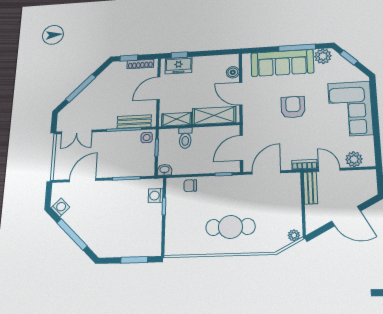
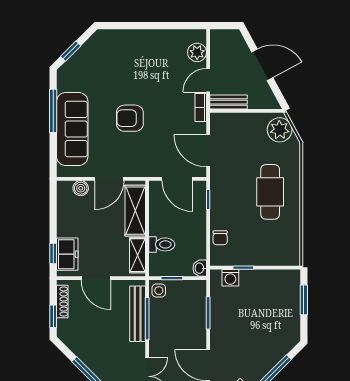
plant: (323, 56) -> (67, 81), removed
corner sofa: (350, 109) -> (136, 53), removed
bench: (134, 122) -> (138, 314), width x1.36
door: (346, 216) -> (262, 65), hinge flipped
plant: (294, 235) -> (280, 130), width x1.88, depth x1.88

